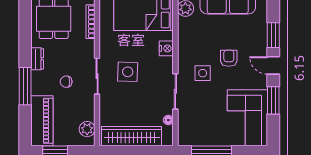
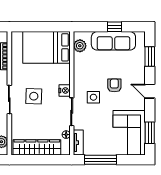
window: (273, 35) -> (150, 56), moved
nightstand: (166, 48) -> (65, 90), moved
window: (273, 100) -> (150, 133), moved
tv unit: (184, 130) -> (78, 143), added

